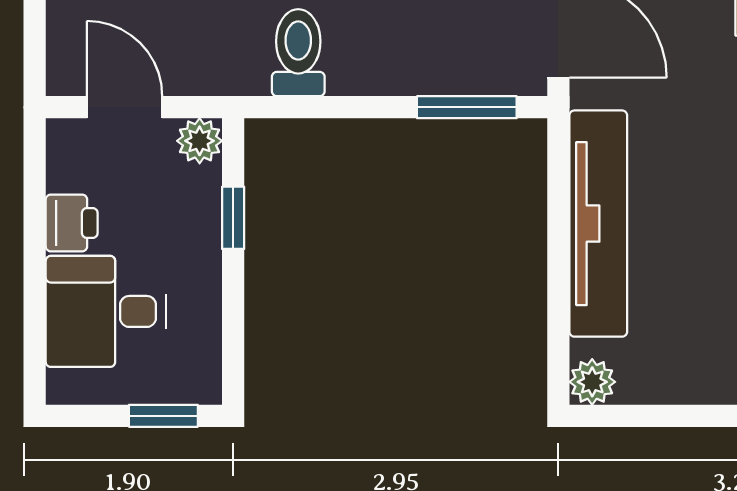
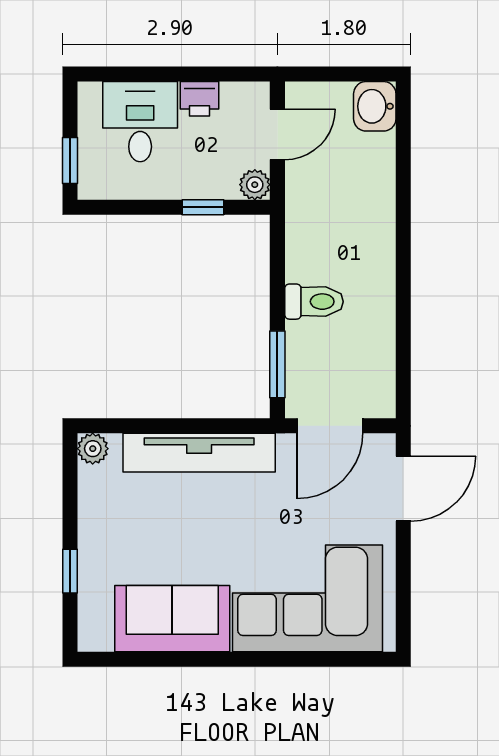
toilet: (298, 53) -> (314, 302), moved

